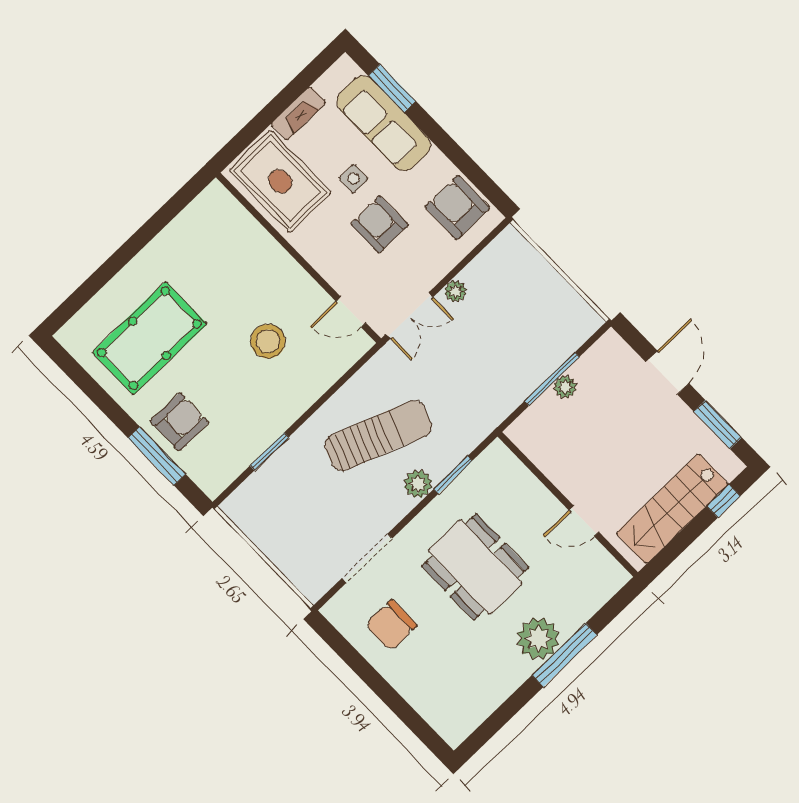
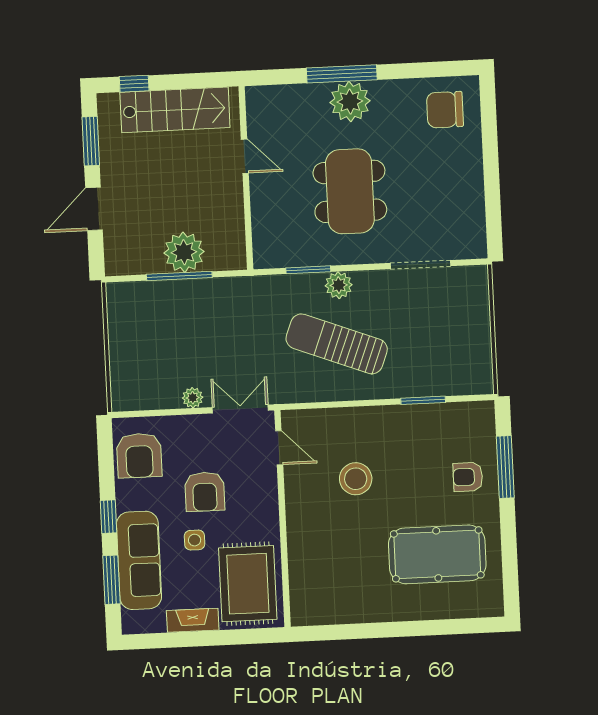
window: (439, 137) -> (108, 517), added
plant: (565, 387) -> (184, 252), width x1.88, depth x1.88
armchair: (180, 422) -> (468, 477), width x0.72, depth x0.72
chair: (391, 625) -> (445, 110), moved, turned 180

